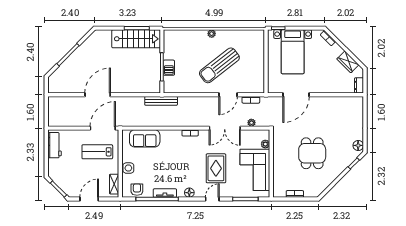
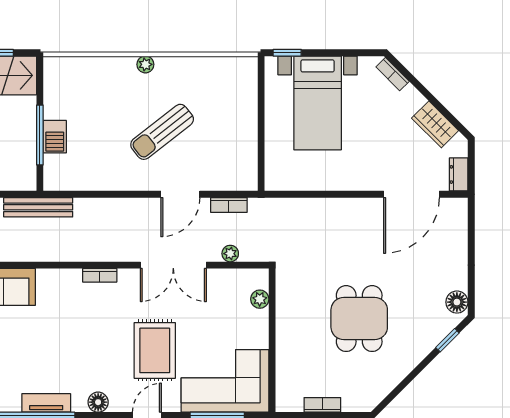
sun lounger: (219, 65) -> (162, 132), width x0.73, depth x0.75
door: (296, 95) -> (411, 194), moved
corner sofa: (255, 170) -> (225, 381), moved, turned 90

